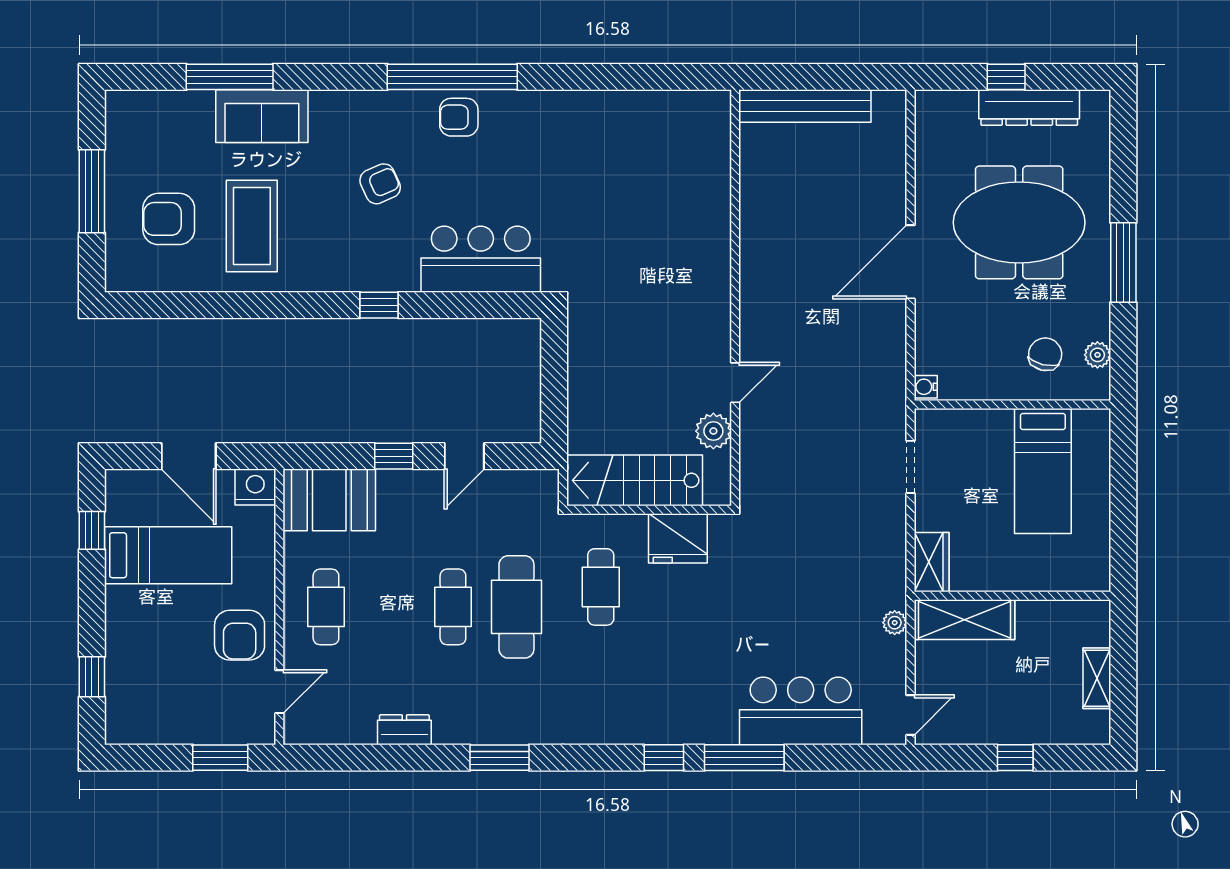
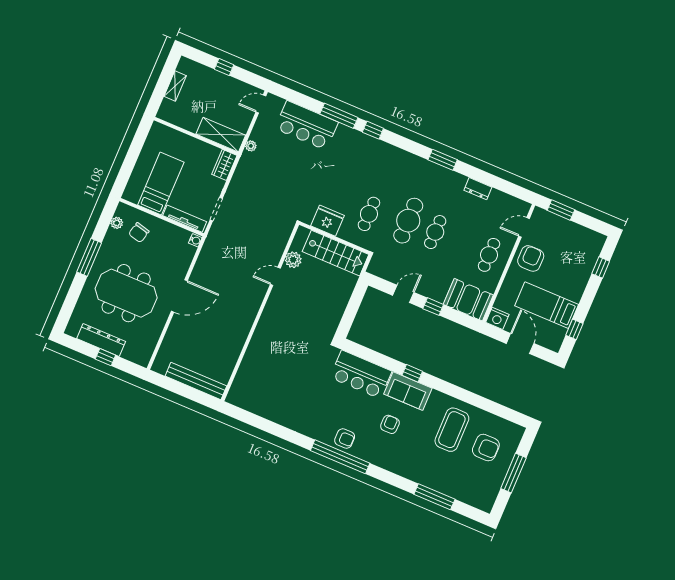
sofa: (262, 116) -> (408, 391), moved, turned 180
armchair: (380, 184) -> (390, 424), turned 114
tv unit: (966, 421) -> (185, 219), added

